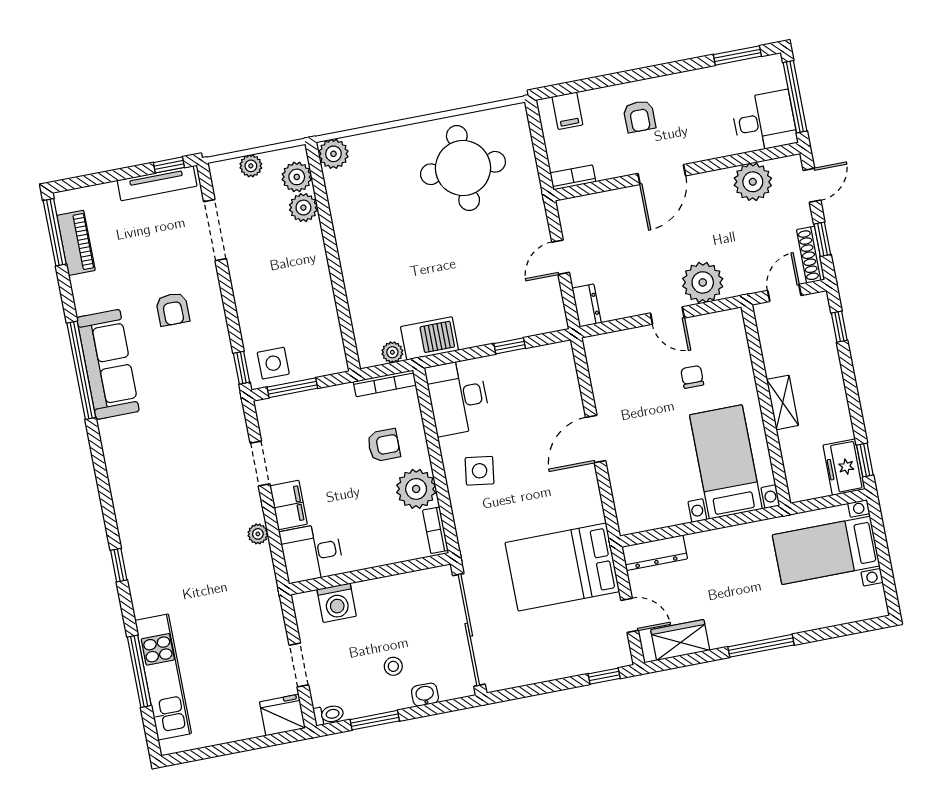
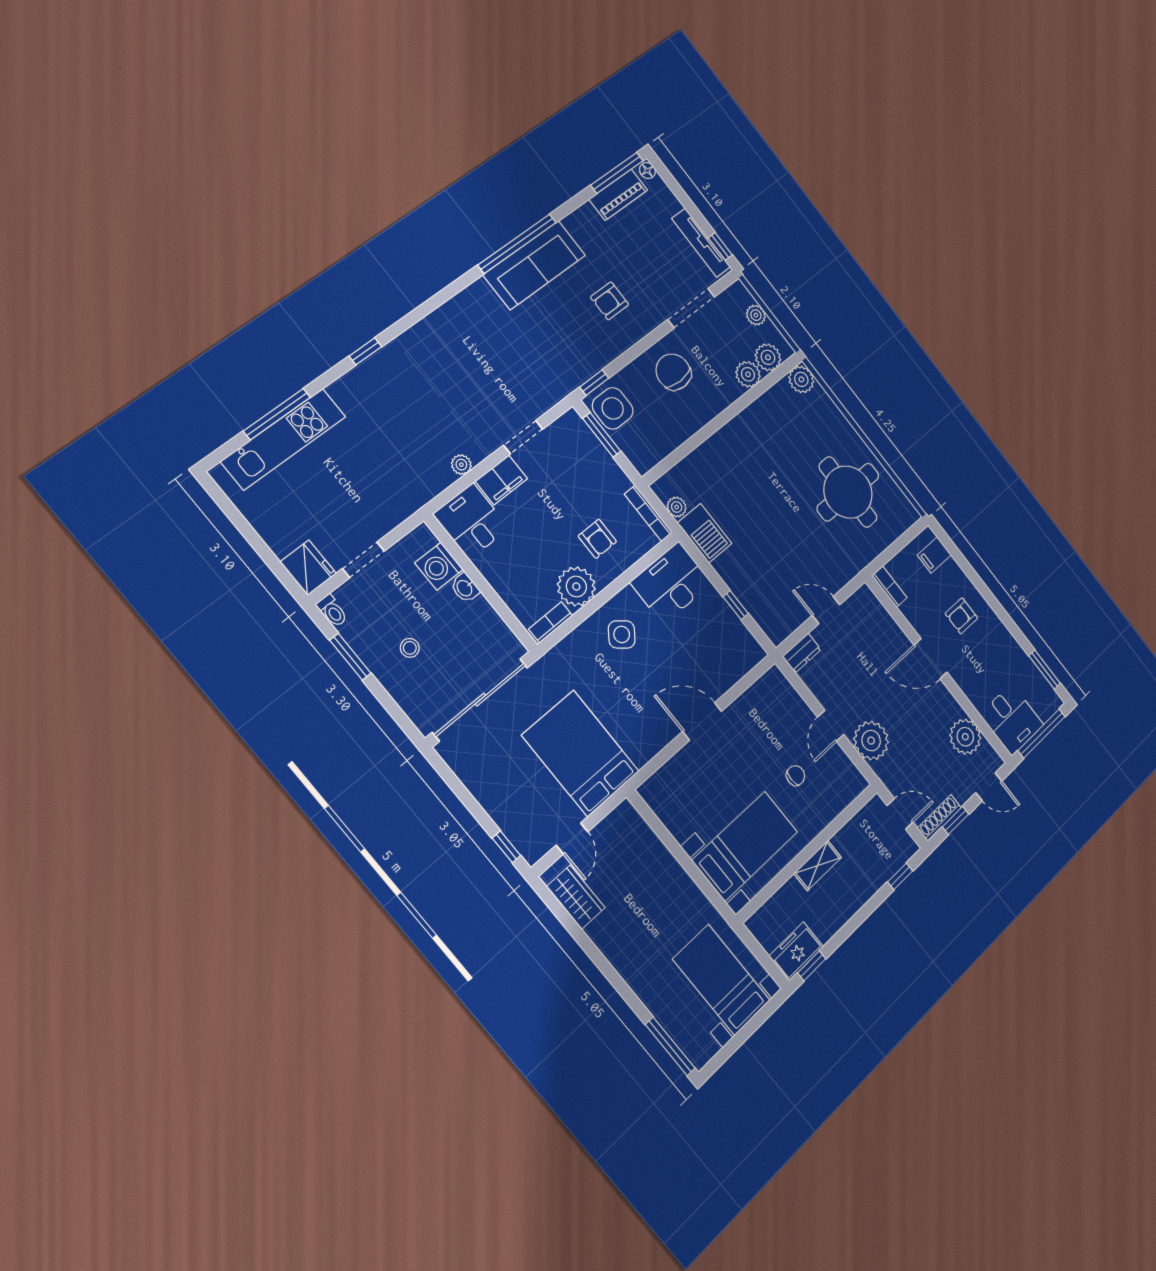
floor lamp: (65, 199) -> (647, 171), added
chair: (267, 283) -> (673, 372), added
side table: (273, 363) -> (613, 408), width x1.37, depth x1.37
side table: (480, 471) -> (622, 634), turned 30
dresser: (655, 553) -> (637, 829), removed
window: (761, 646) -> (670, 1046), moved
washbasin: (425, 695) -> (465, 588), moved, turned 180

